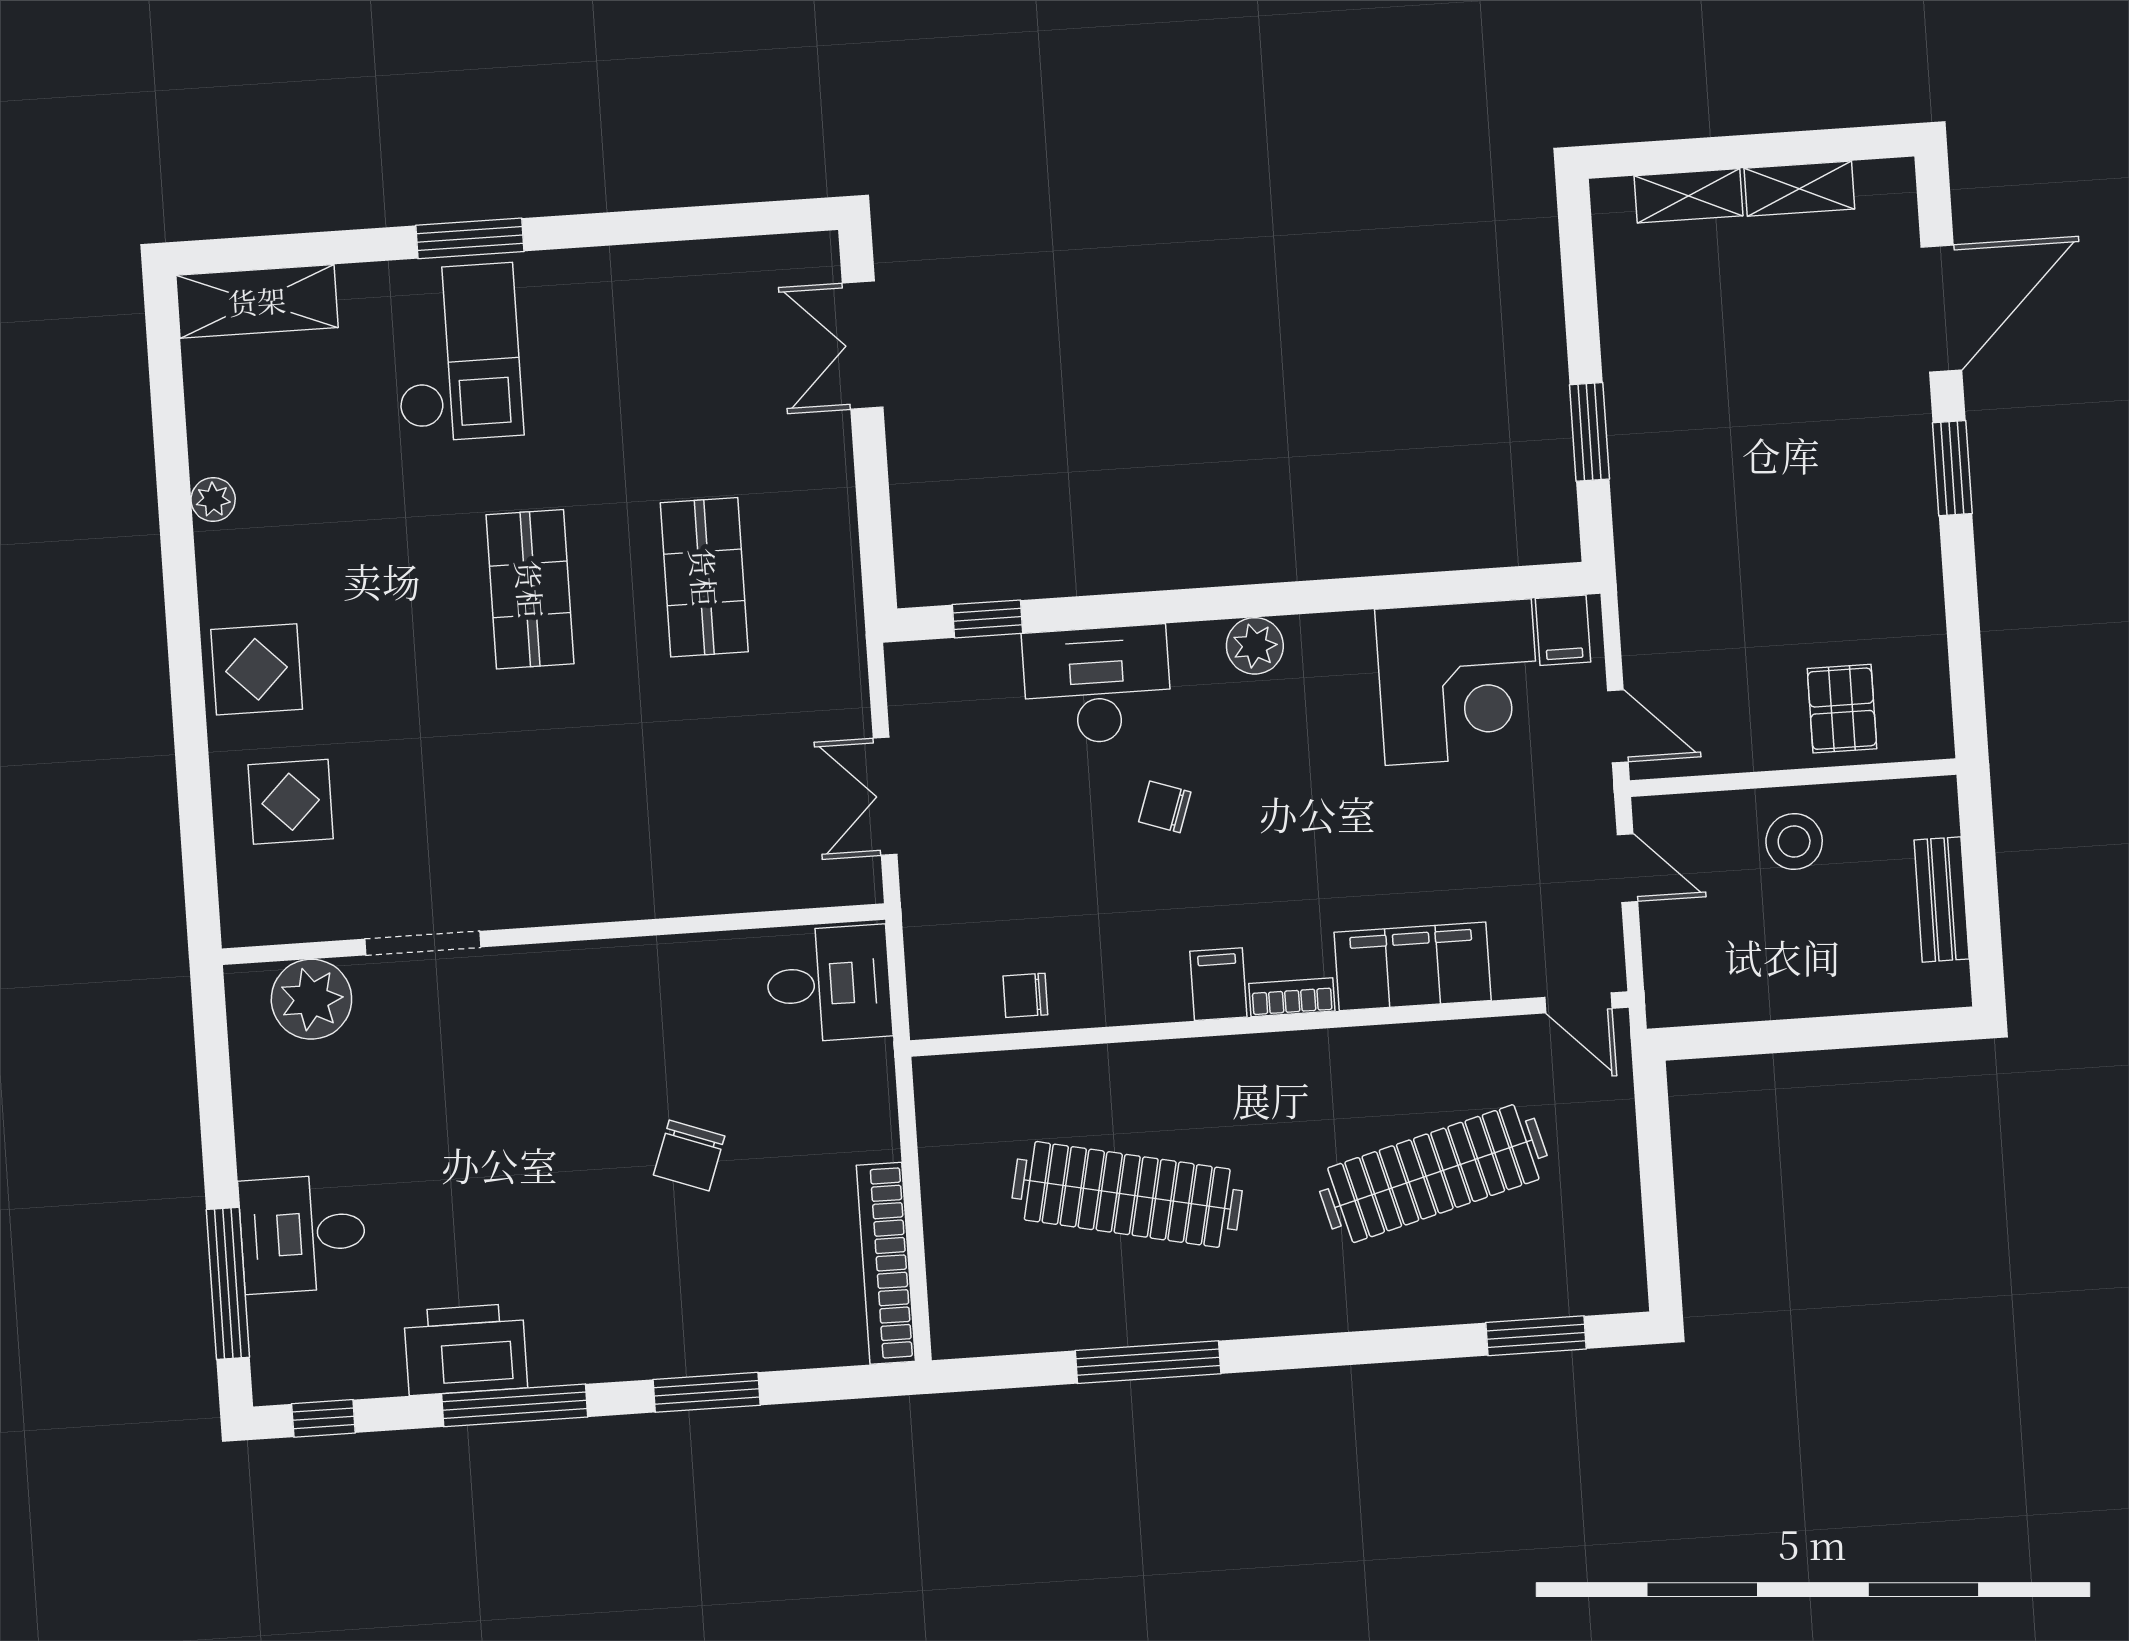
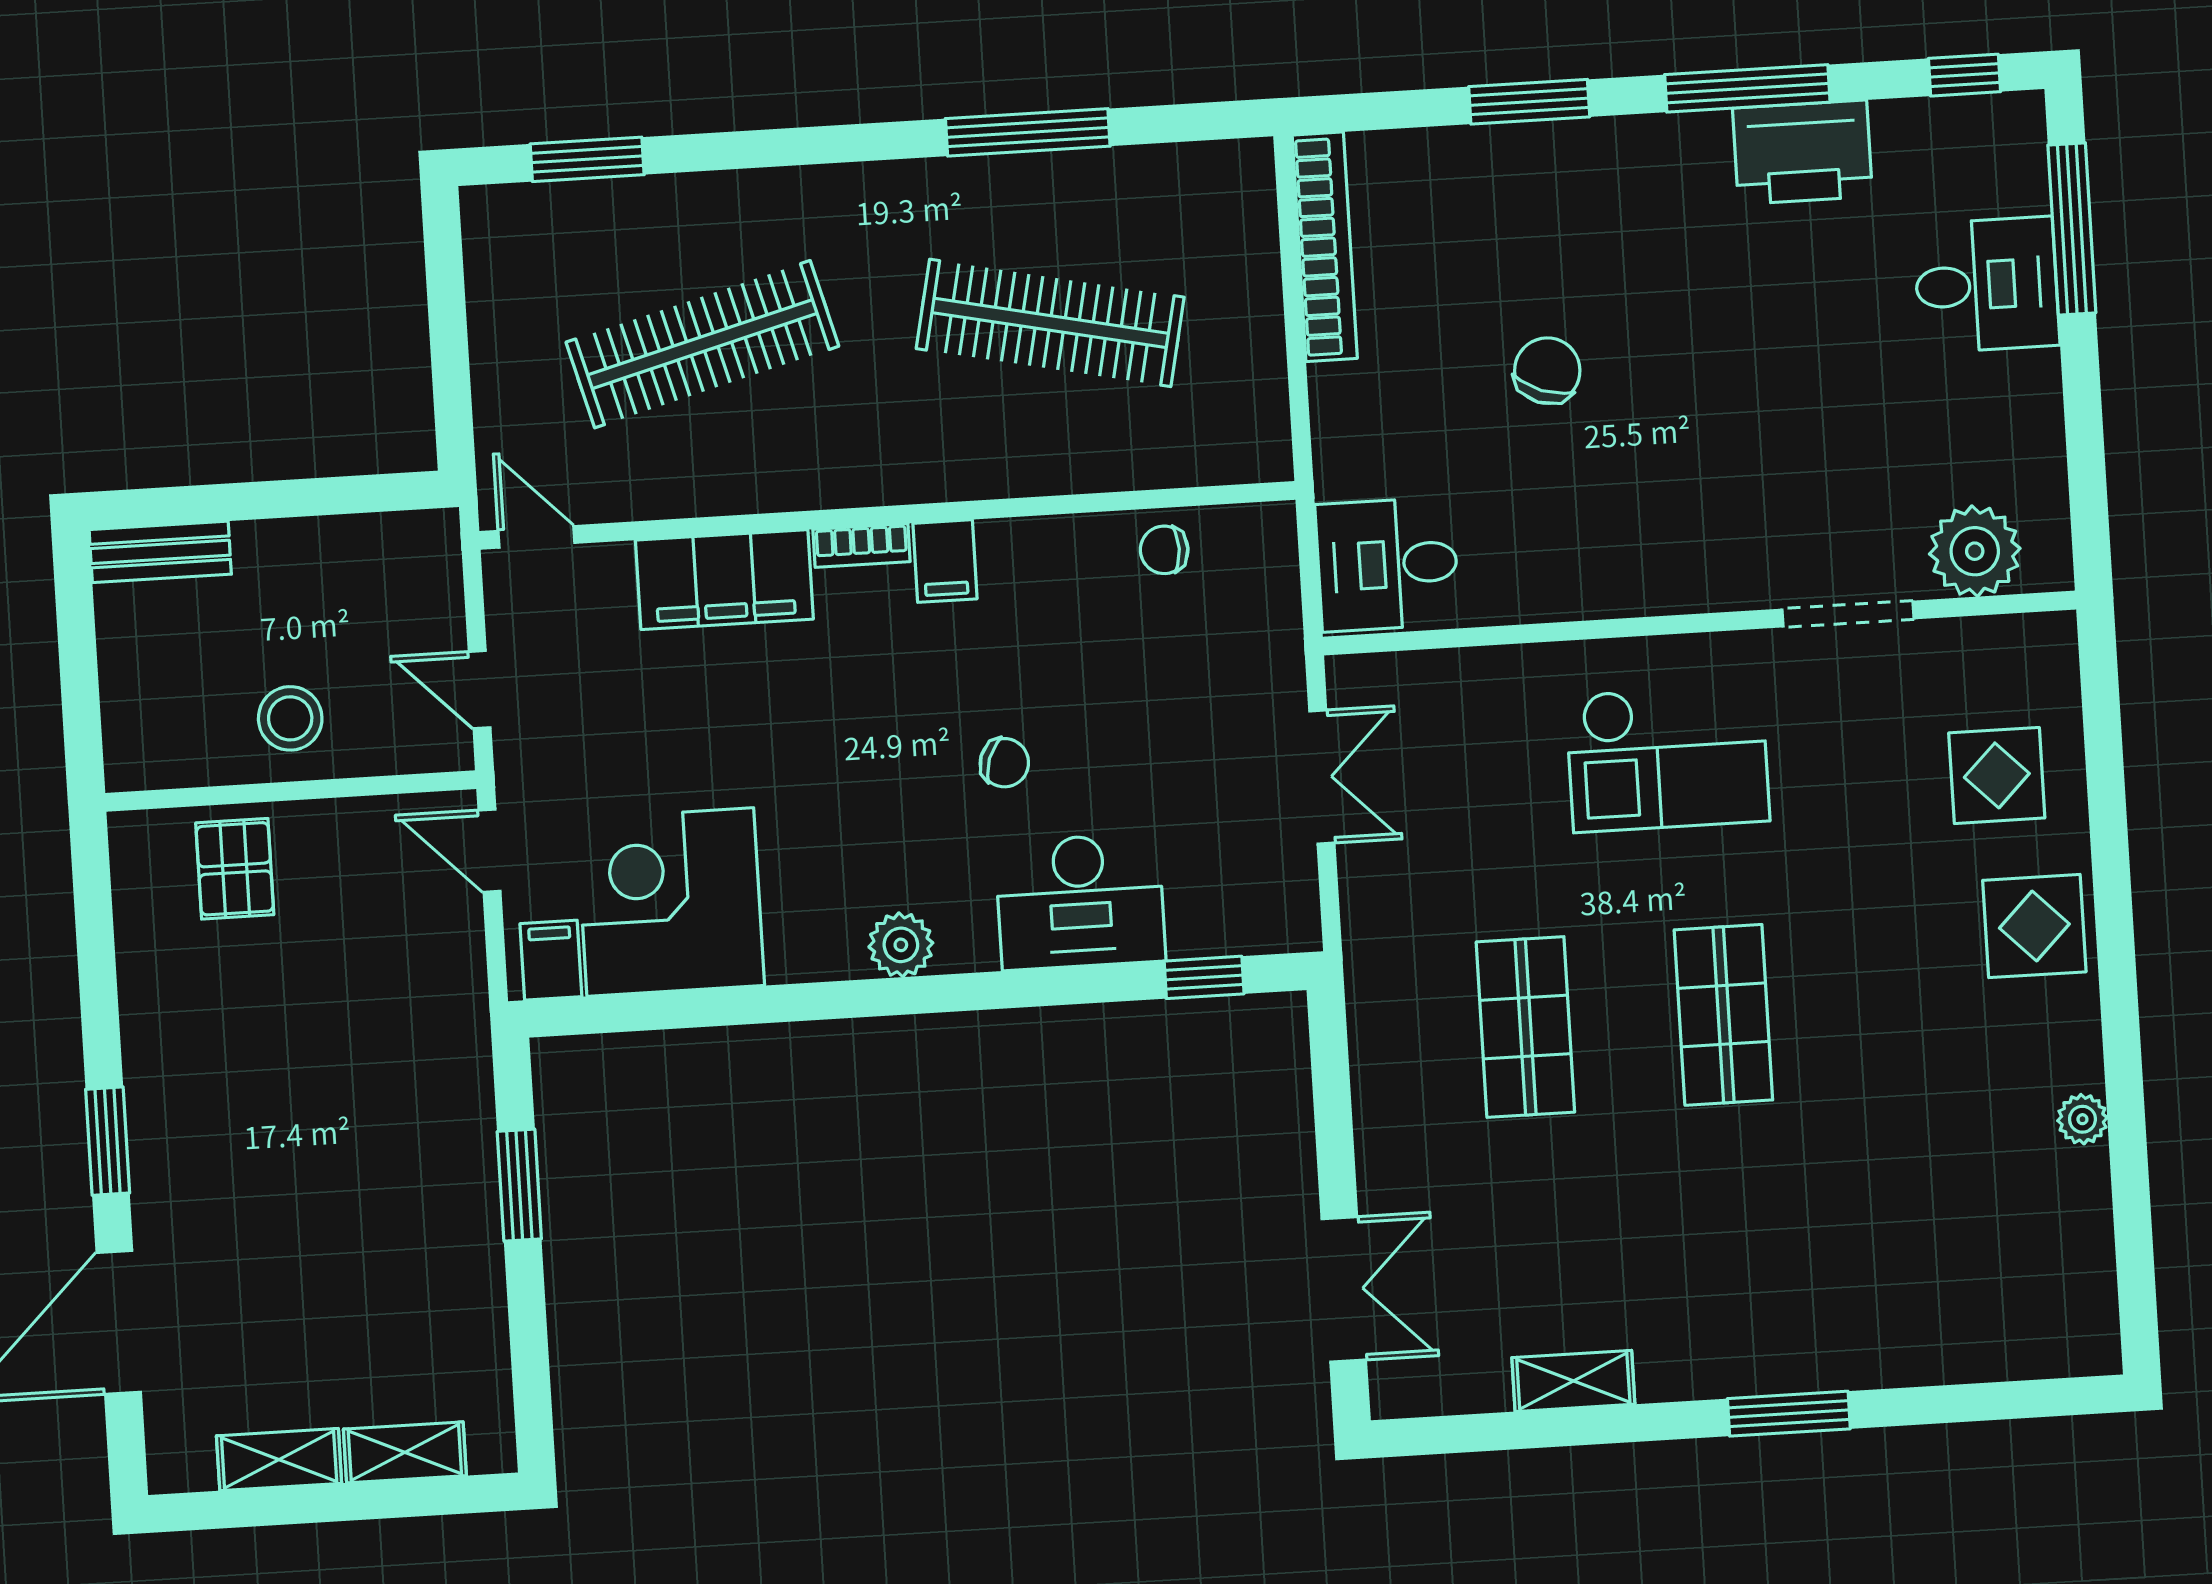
shelving: (257, 301) -> (1573, 1381), moved, width x0.67, depth x0.75
checkout: (457, 353) -> (1668, 758), moved, turned -90
bench: (1942, 899) -> (160, 552), moved, turned 90
chair: (1025, 995) -> (1164, 550), turned 180

